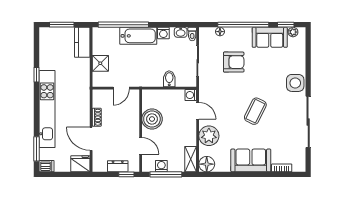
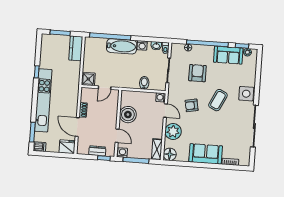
armchair: (234, 62) -> (197, 73), turned -90
shower: (100, 63) -> (88, 79), moved
armchair: (229, 102) -> (192, 105), added
coffee table: (255, 111) -> (218, 100), moved
washing machine: (161, 166) -> (122, 153), moved

